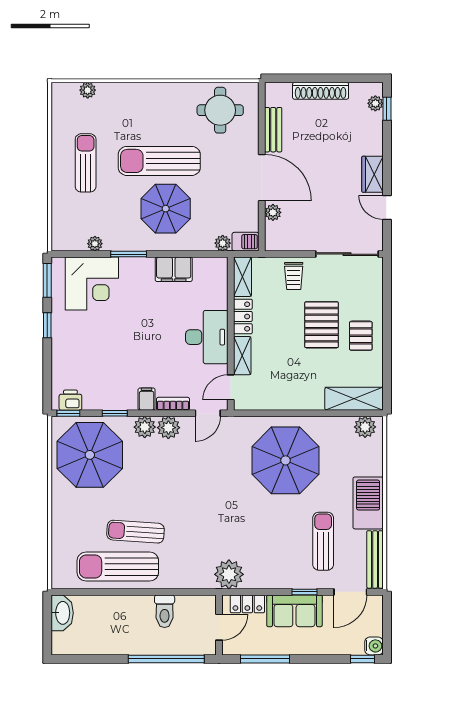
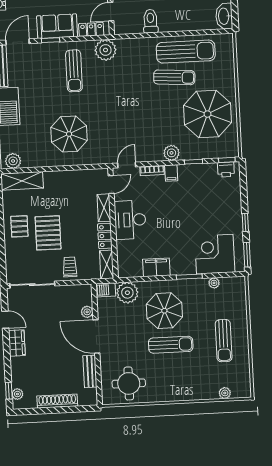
sun lounger: (159, 161) -> (171, 345), width x0.73, depth x0.75
plant: (223, 243) -> (127, 293), width x1.87, depth x1.87
plant: (168, 428) -> (154, 153), removed
parasol: (90, 455) -> (207, 114), moved
parasol: (285, 460) -> (69, 134), width x0.73, depth x0.73
sun lounger: (323, 541) -> (74, 71), moved

